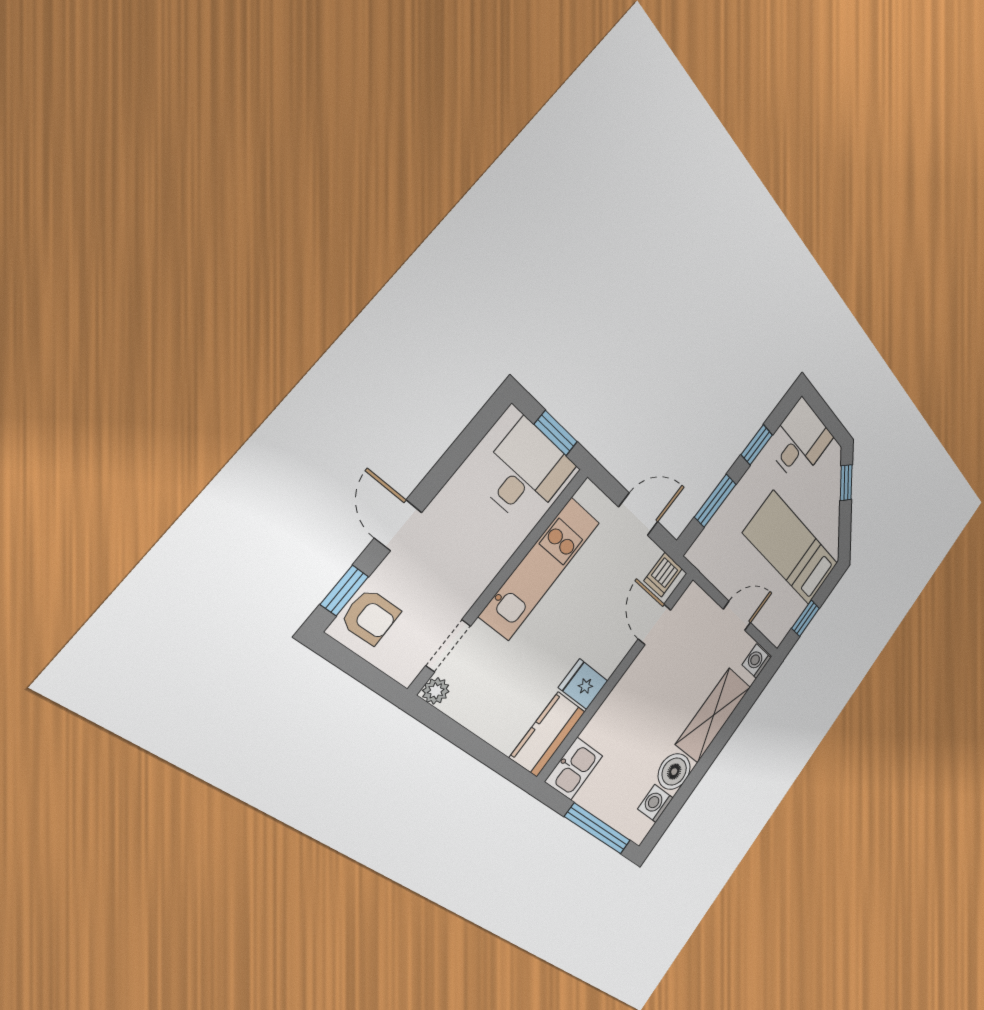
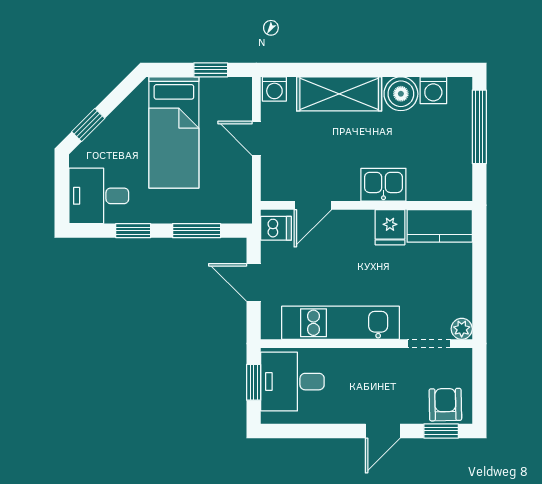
kitchen sink: (574, 769) -> (383, 185), moved

